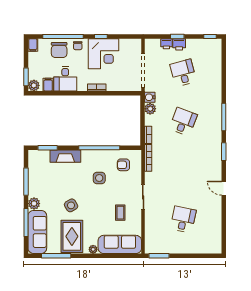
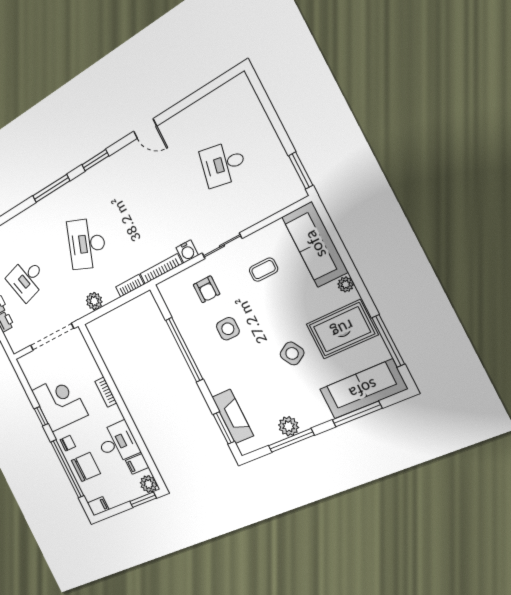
water cooler: (150, 97) -> (187, 251), moved
desk: (183, 122) -> (87, 244), width x1.37
fireplace: (65, 156) -> (233, 416), moved
armchair: (123, 165) -> (207, 289), moved
door: (224, 188) -> (145, 129), hinge flipped
plant: (34, 204) -> (289, 426), moved

